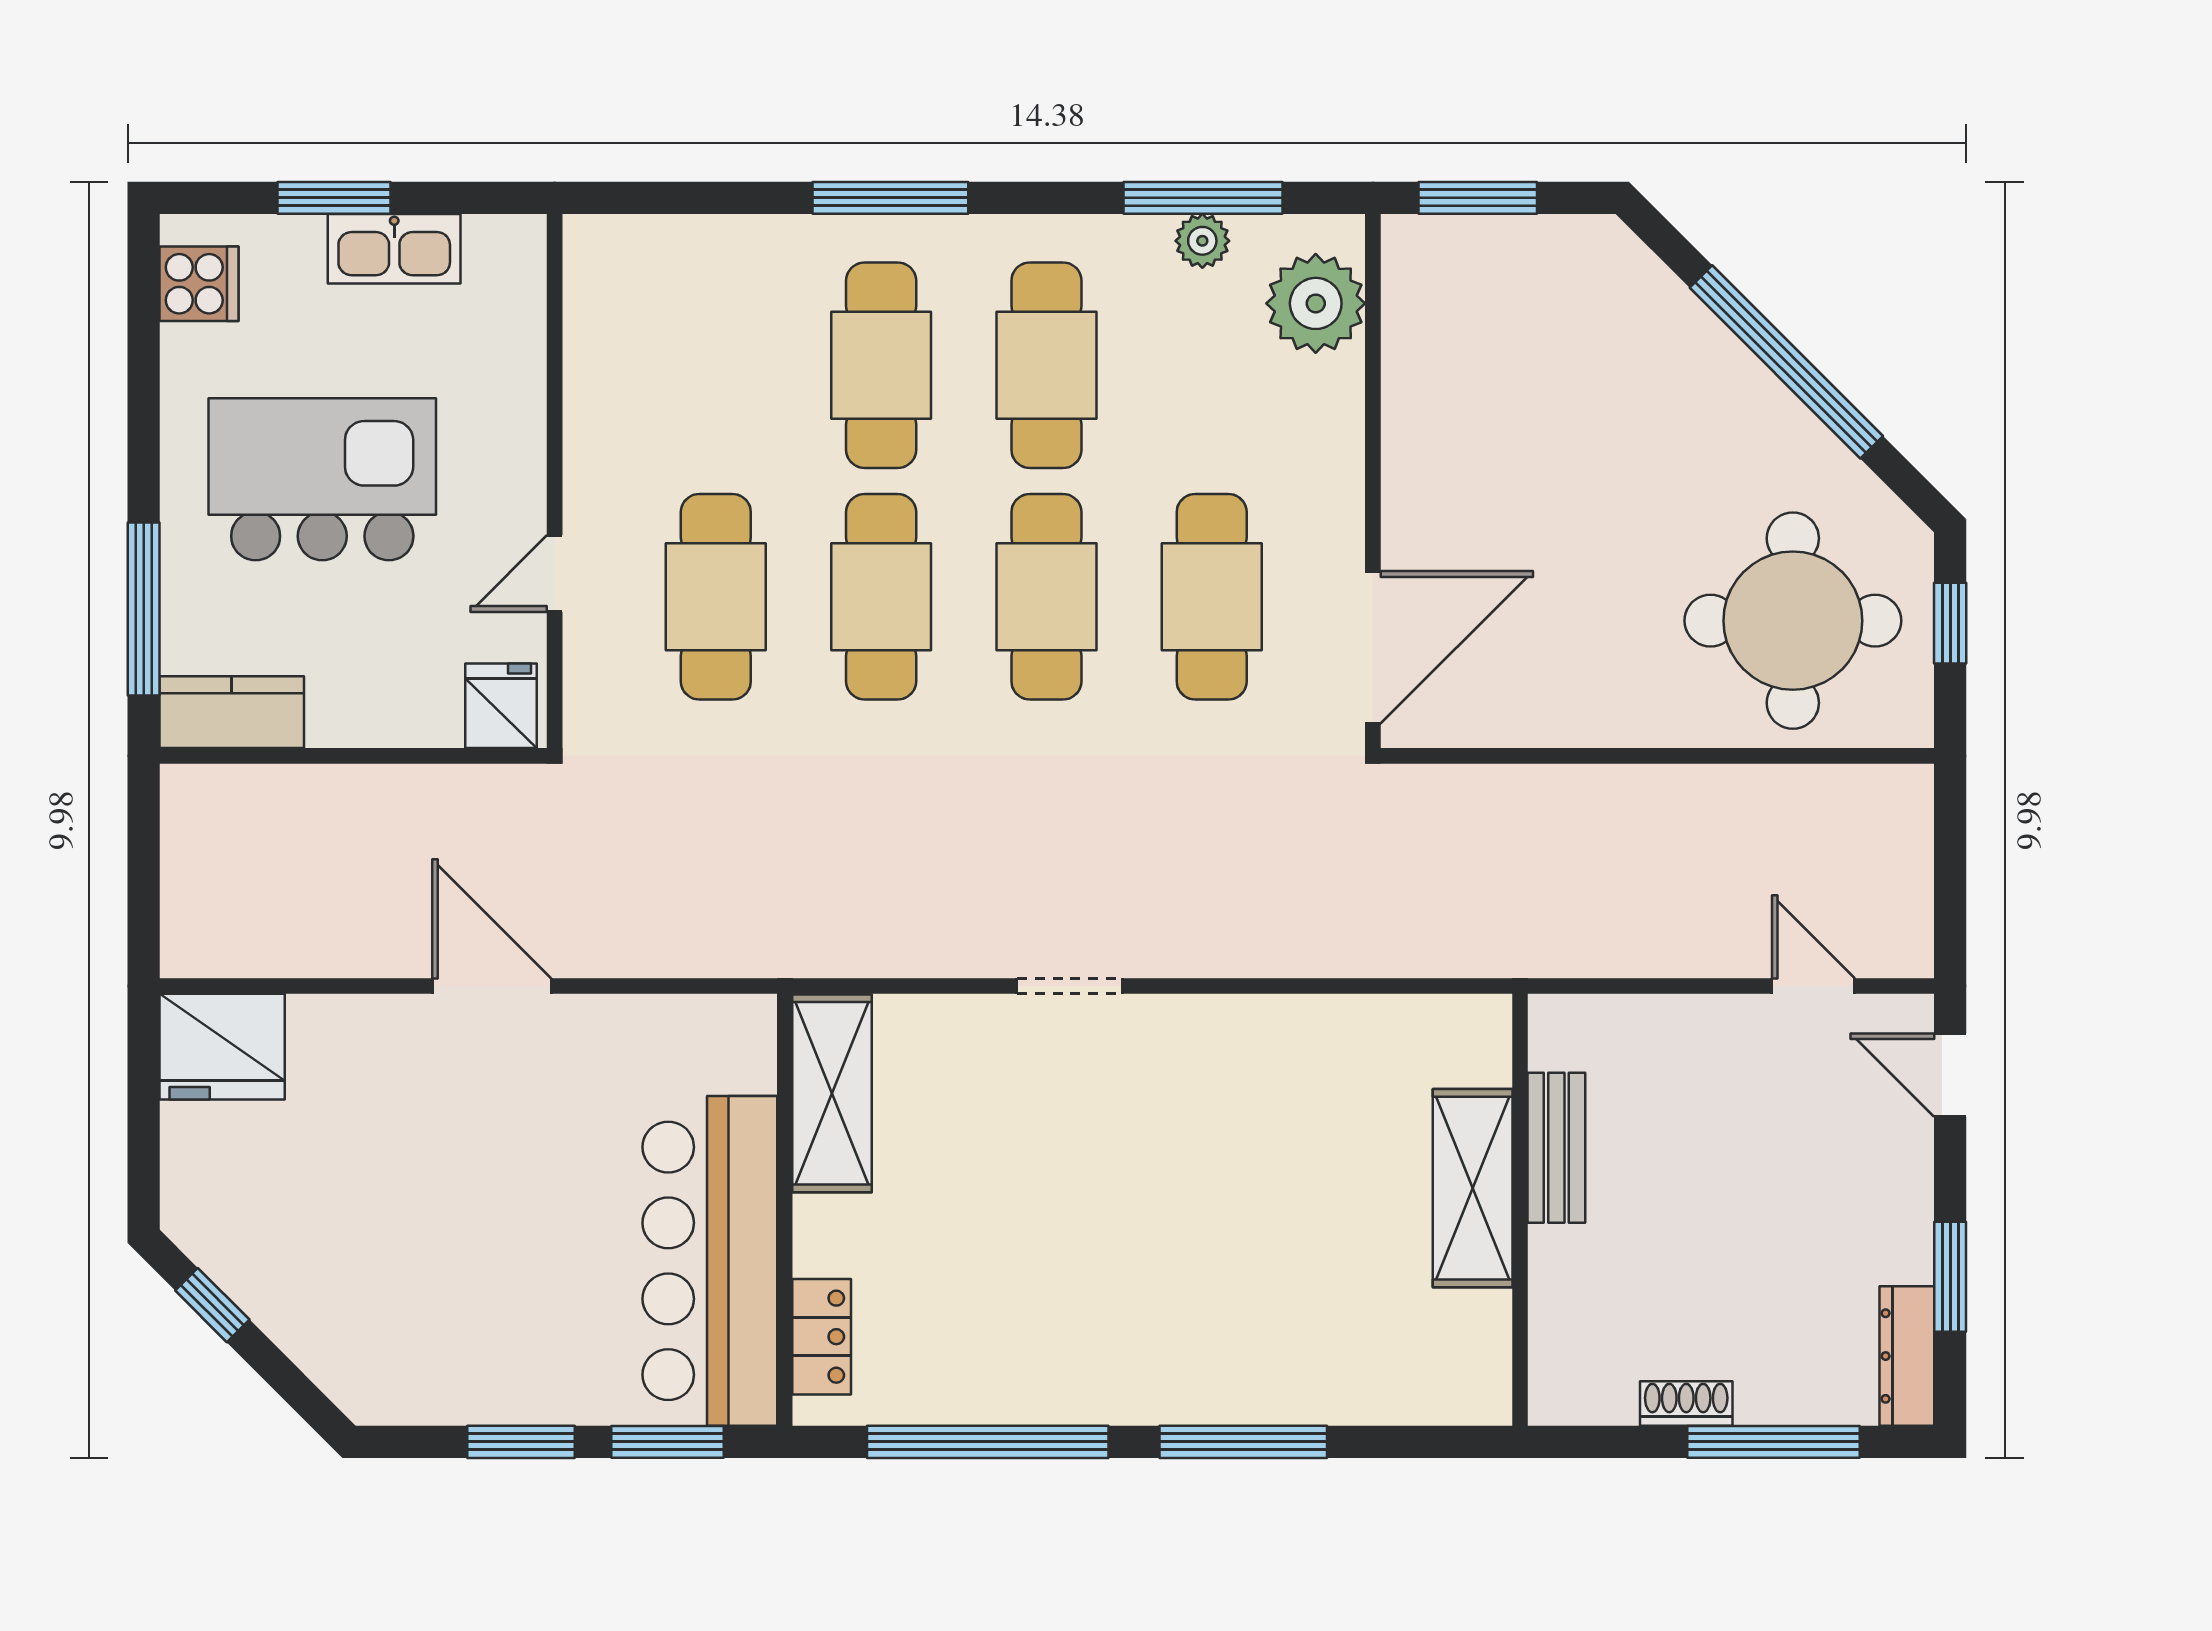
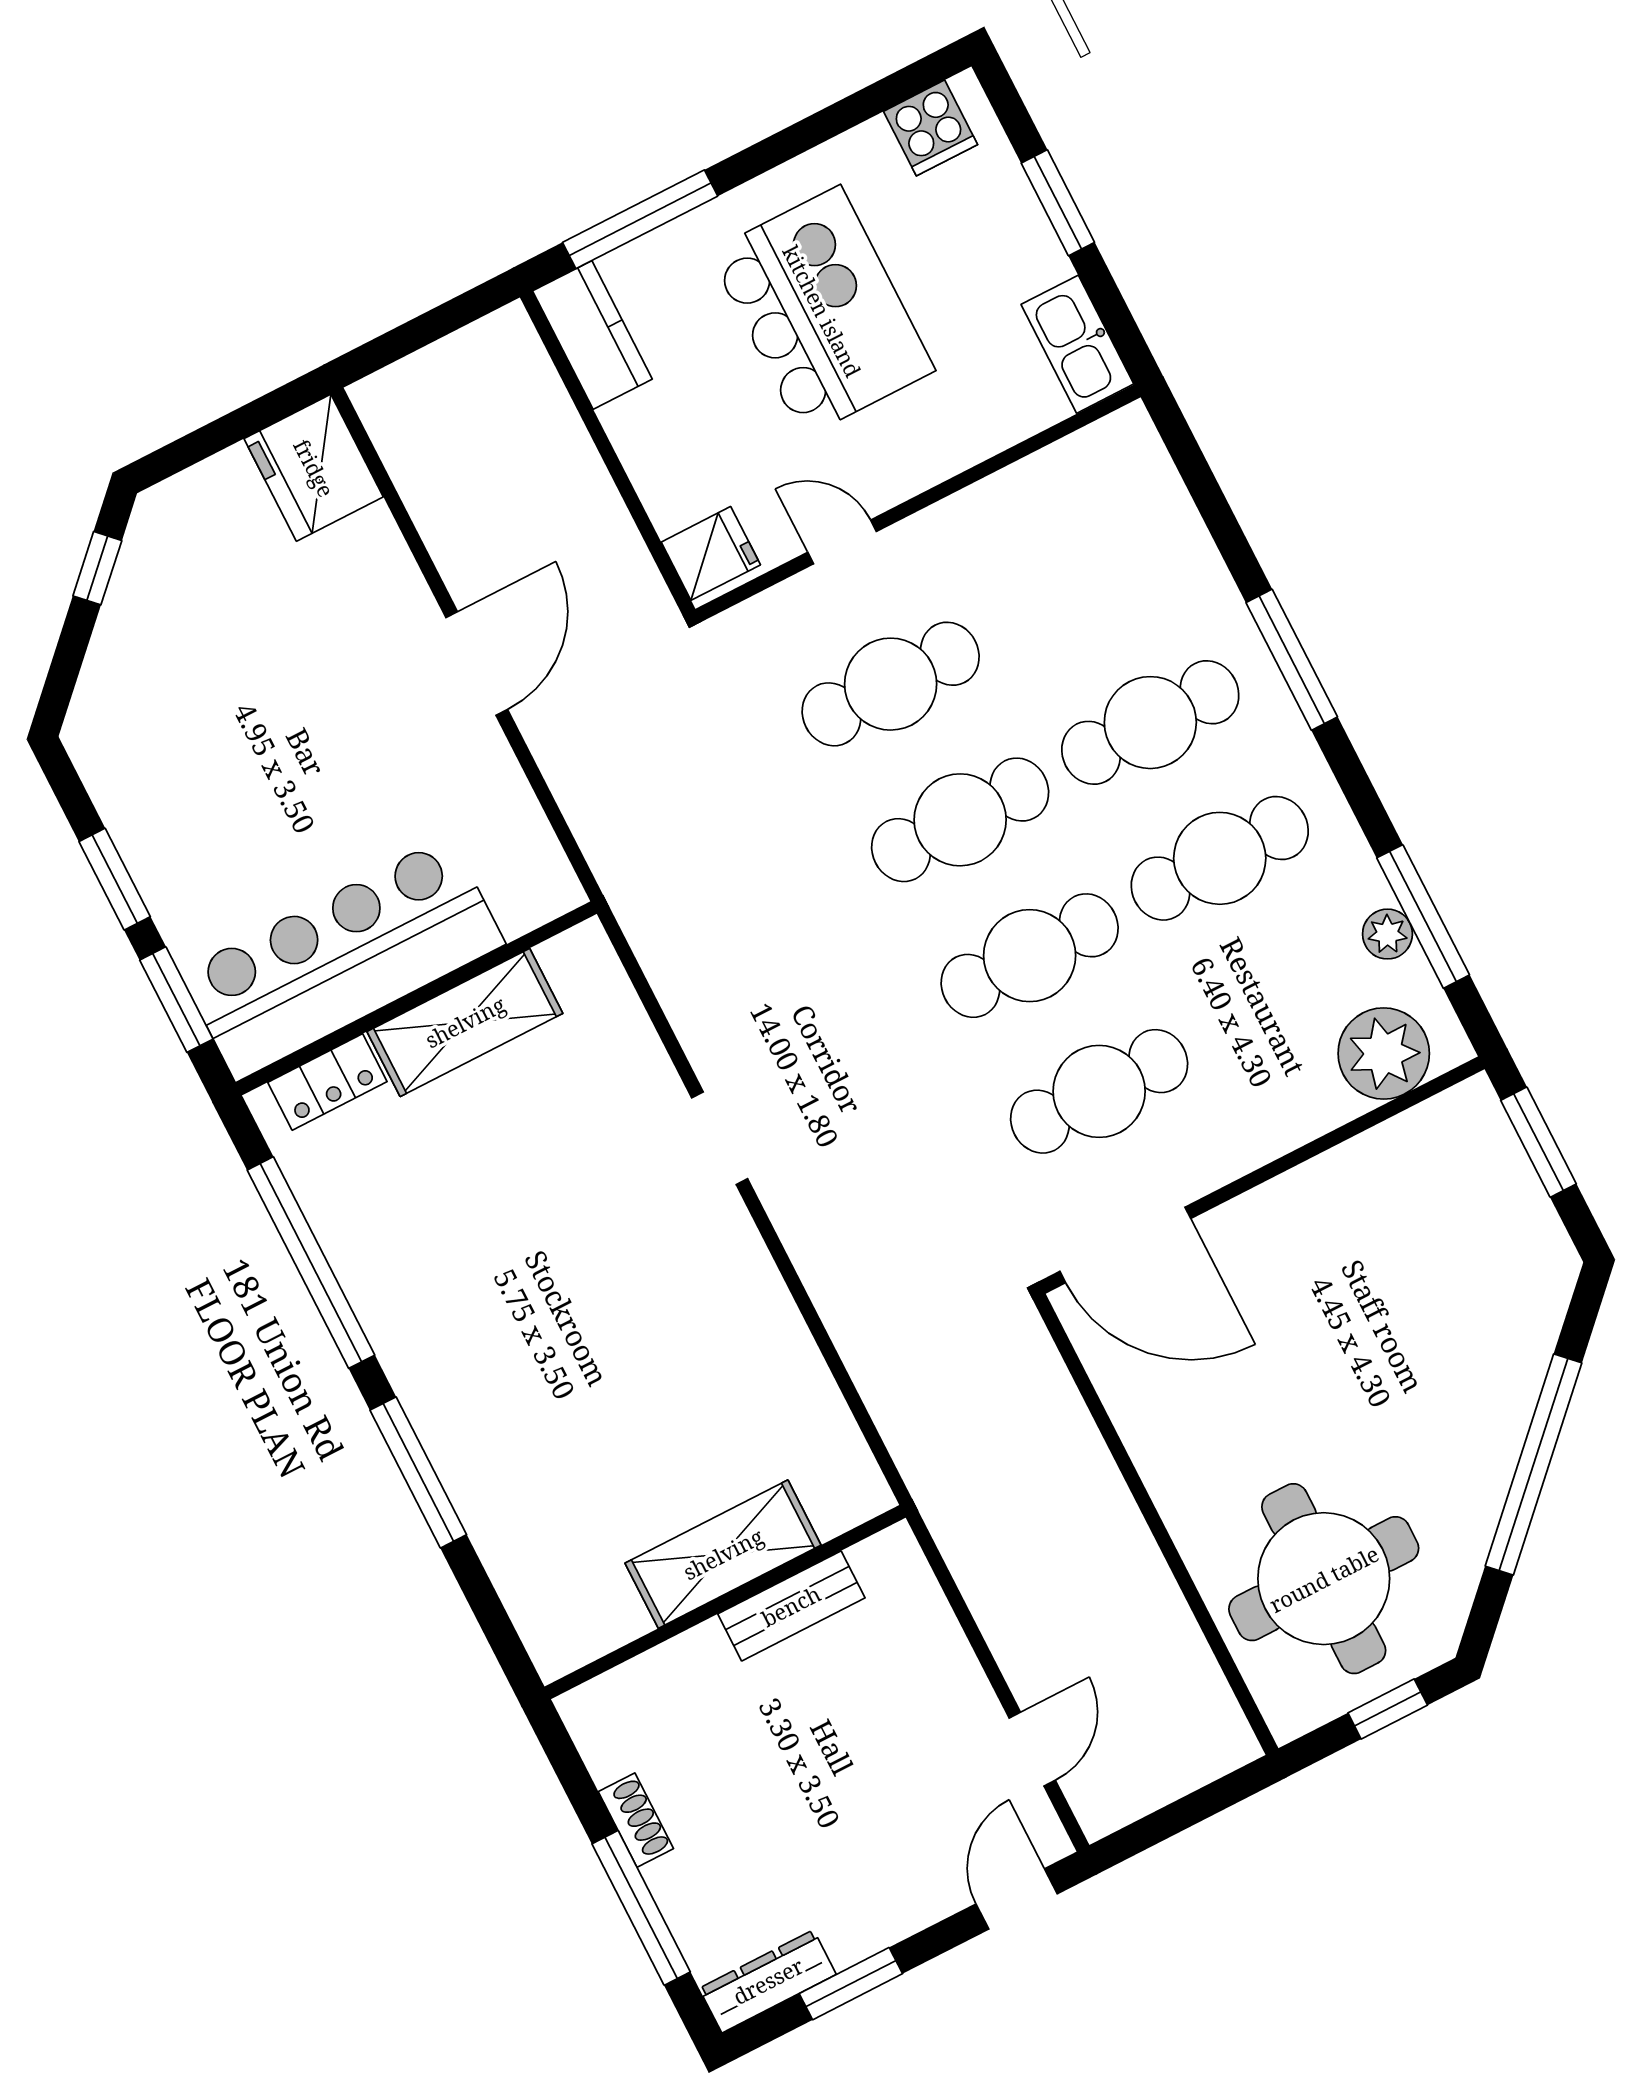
kitchen sink: (394, 249) -> (1077, 344), moved
shelving: (832, 1093) -> (465, 1022), moved

